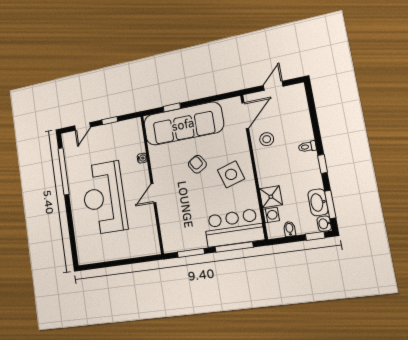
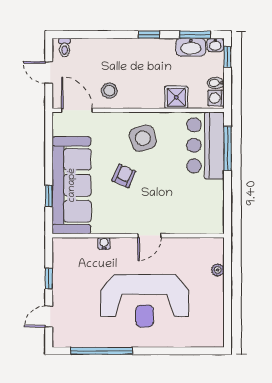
door: (82, 126) -> (49, 316), swing flipped
toilet: (307, 147) -> (65, 47), moved
armchair: (197, 164) -> (124, 176), turned 146
door: (153, 193) -> (149, 236), hinge flipped
washing machine: (271, 215) -> (216, 98), moved, turned -90
plant: (135, 252) -> (218, 270), added
window: (191, 253) -> (227, 201), removed

